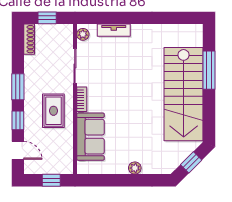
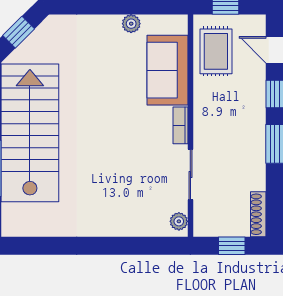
tv unit: (114, 30) -> (133, 228), removed
rug: (53, 111) -> (216, 51), moved
plant: (135, 168) -> (131, 24), moved

